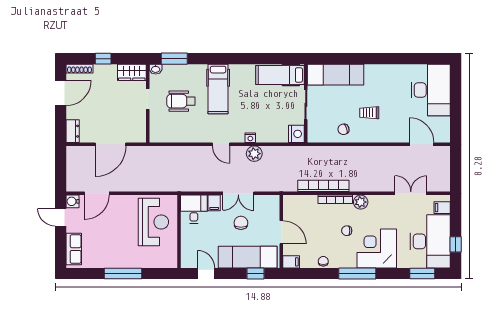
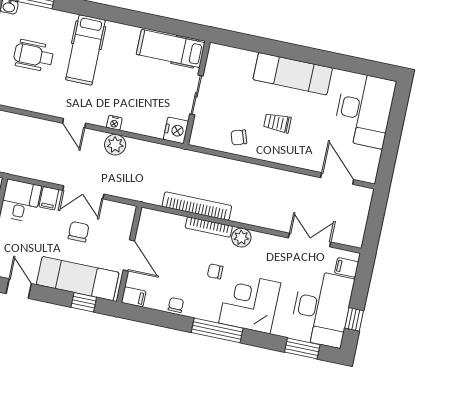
exam couch: (336, 75) -> (293, 74), moved

